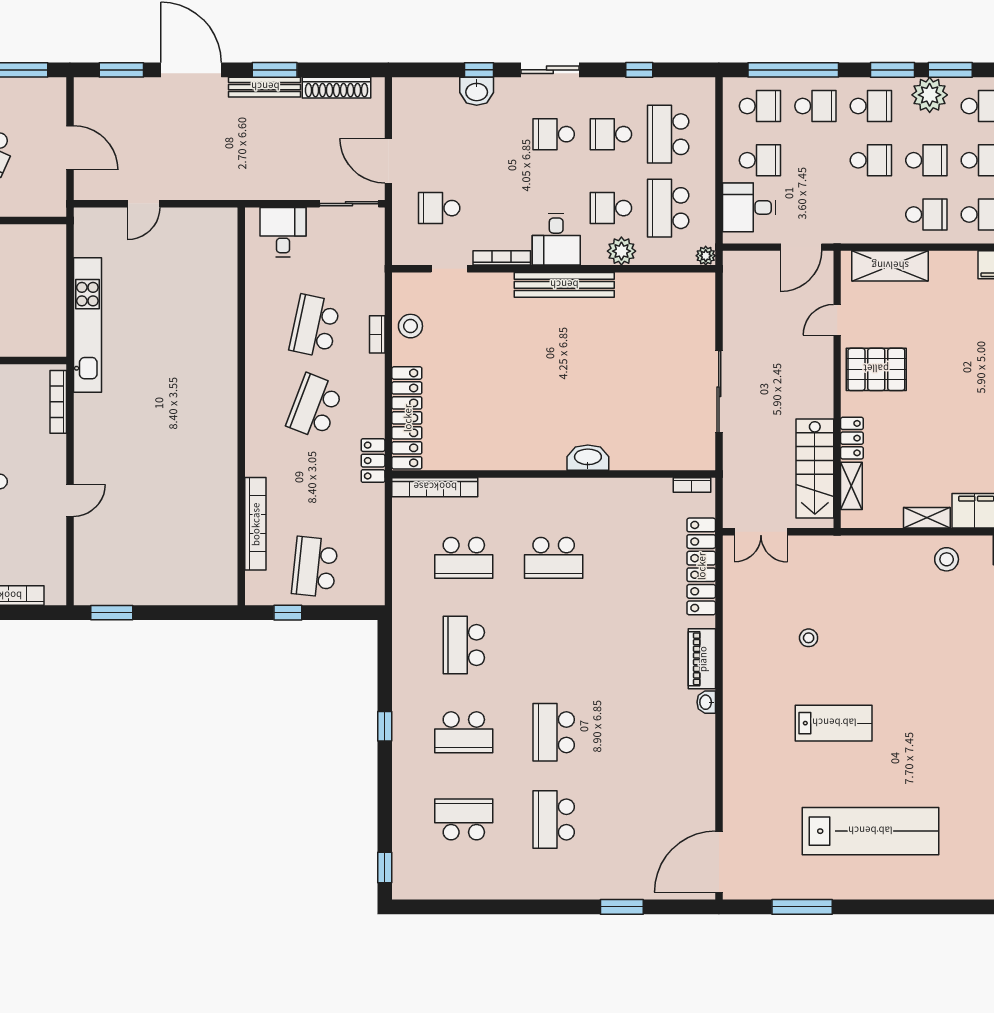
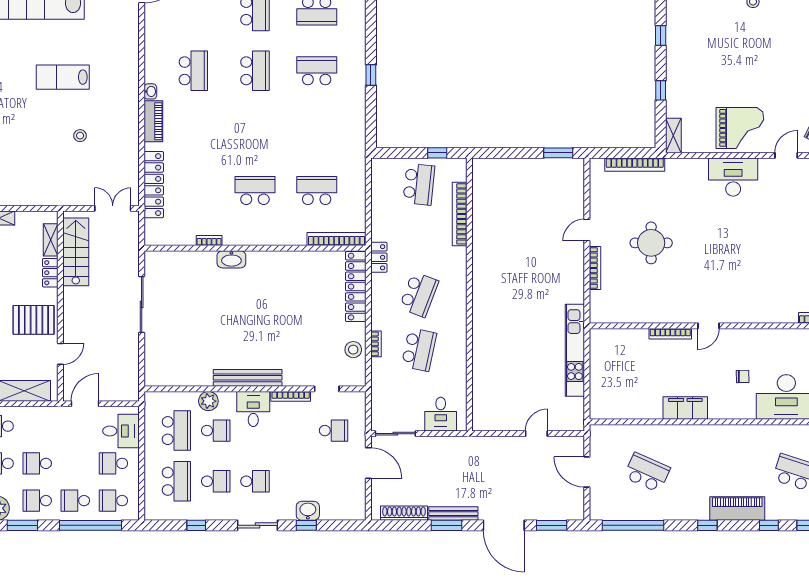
plant: (706, 256) -> (151, 398), removed
bookcase: (58, 402) -> (595, 268), moved
bookcase: (692, 485) -> (209, 241), moved
school desk: (464, 645) -> (193, 71), moved

